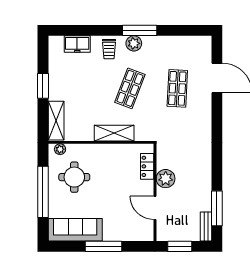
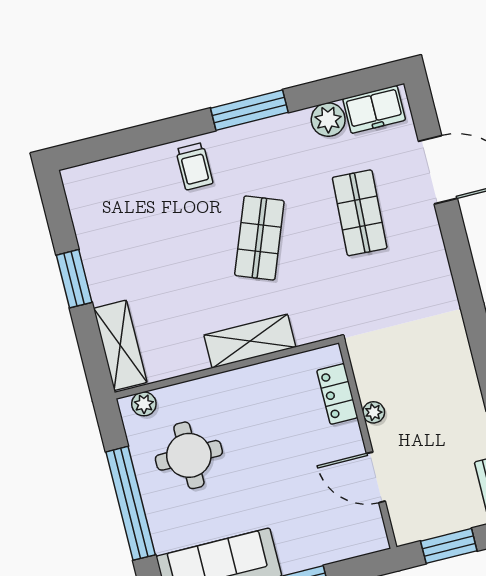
plant: (134, 43) -> (328, 120), moved
freezer: (77, 44) -> (374, 109), moved
plant: (166, 179) -> (374, 412), width x0.53, depth x0.53

